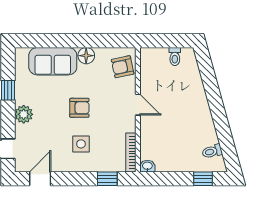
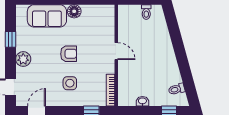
armchair: (123, 67) -> (104, 20), removed
washbasin: (147, 166) -> (142, 101), moved

